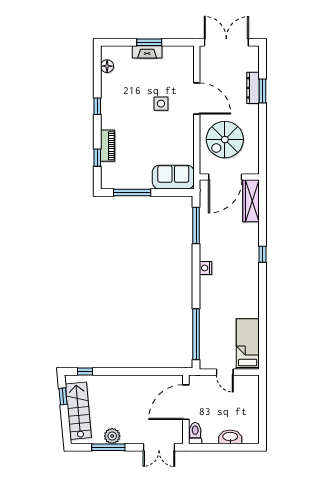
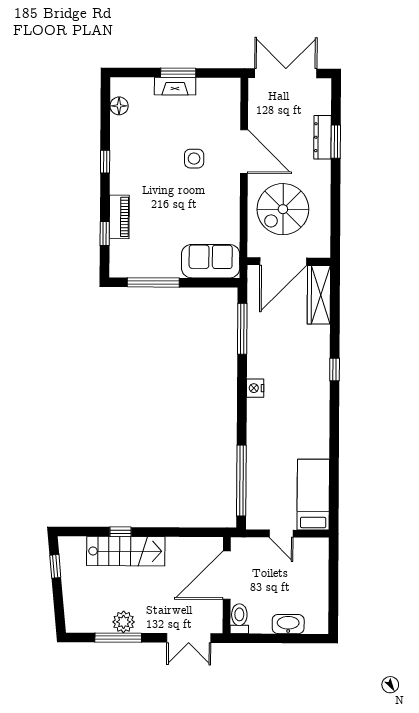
window: (85, 371) -> (120, 532), moved
stairs: (78, 411) -> (126, 551), moved, turned 95

